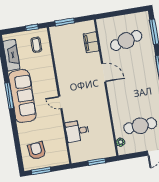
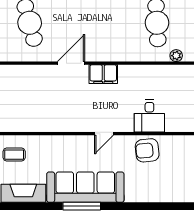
filing cabinet: (91, 42) -> (103, 74), moved
armchair: (37, 151) -> (147, 150), moved

